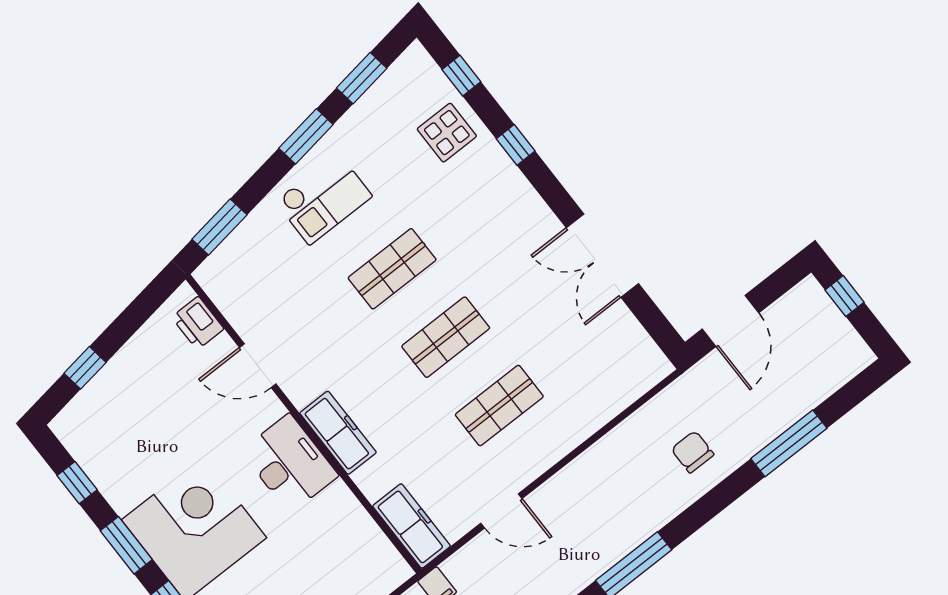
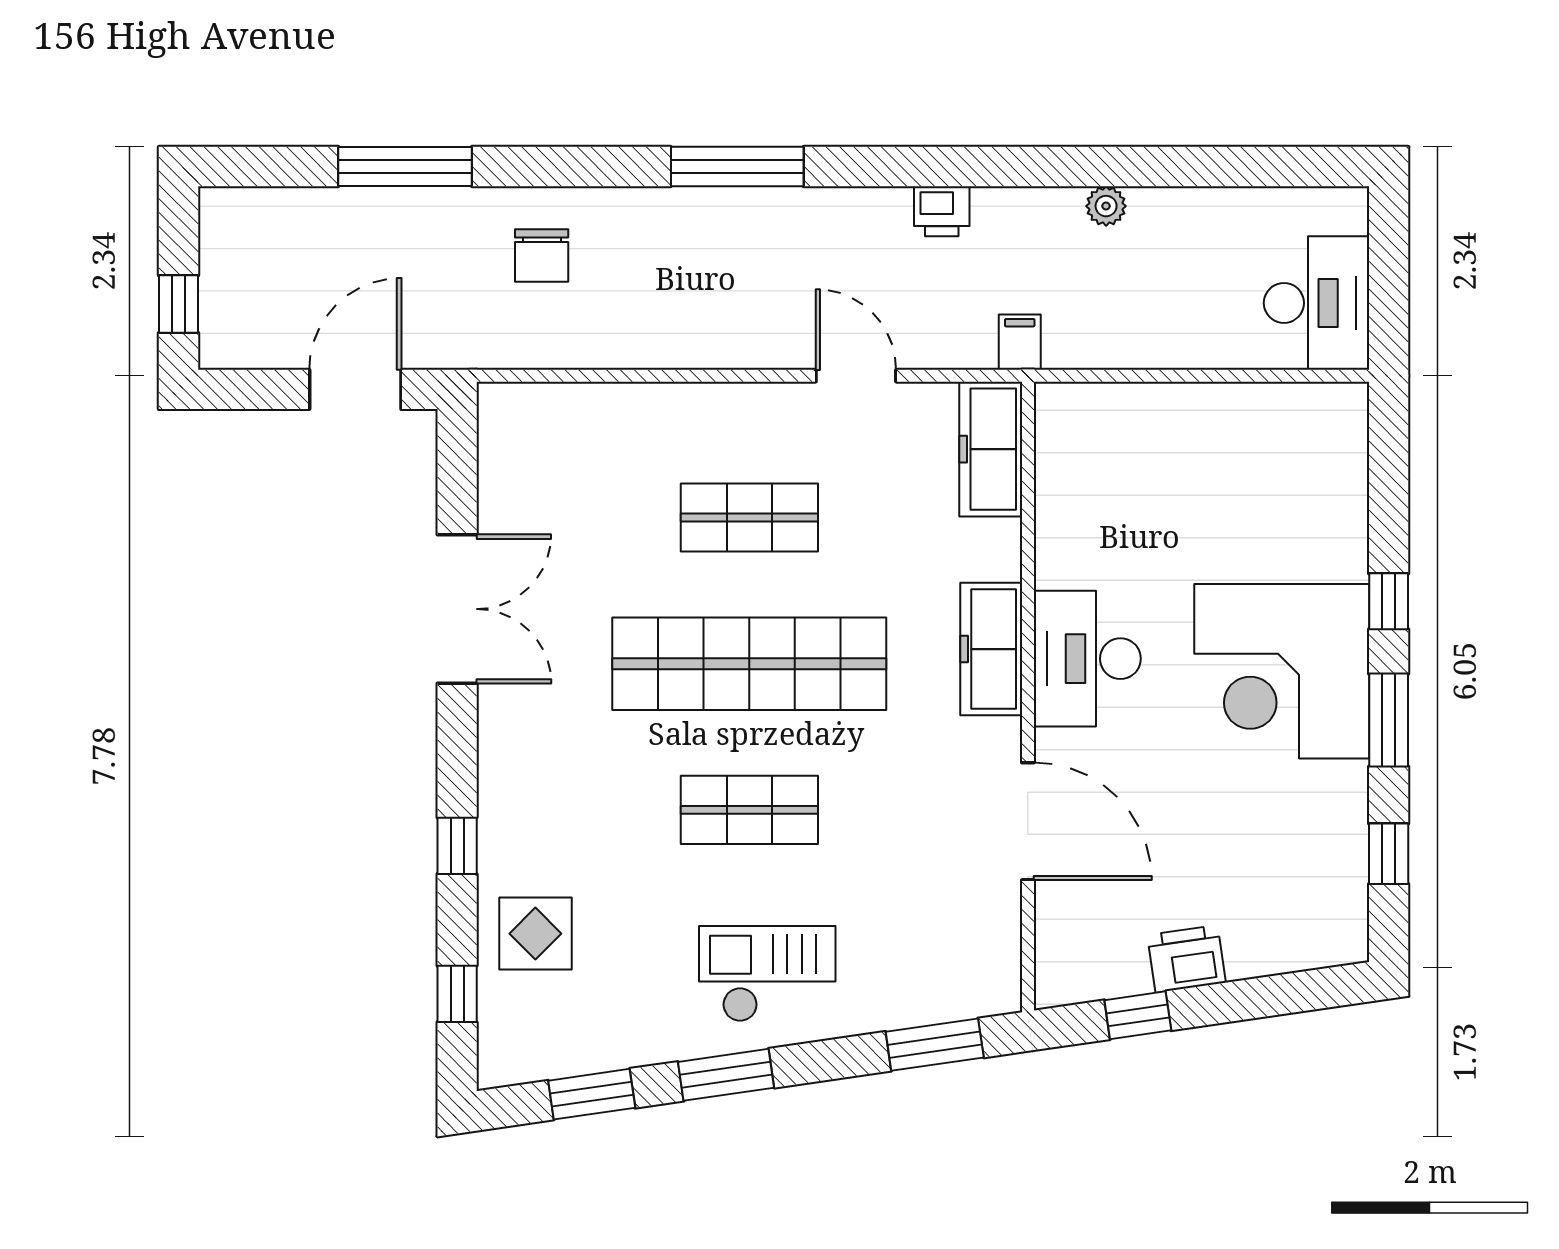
printer: (198, 323) -> (1186, 959), moved, turned -98
shop shelf: (446, 337) -> (749, 664), width x2.00, depth x1.36
door: (258, 366) -> (1028, 821), width x1.36
window: (85, 368) -> (1138, 1015), moved

